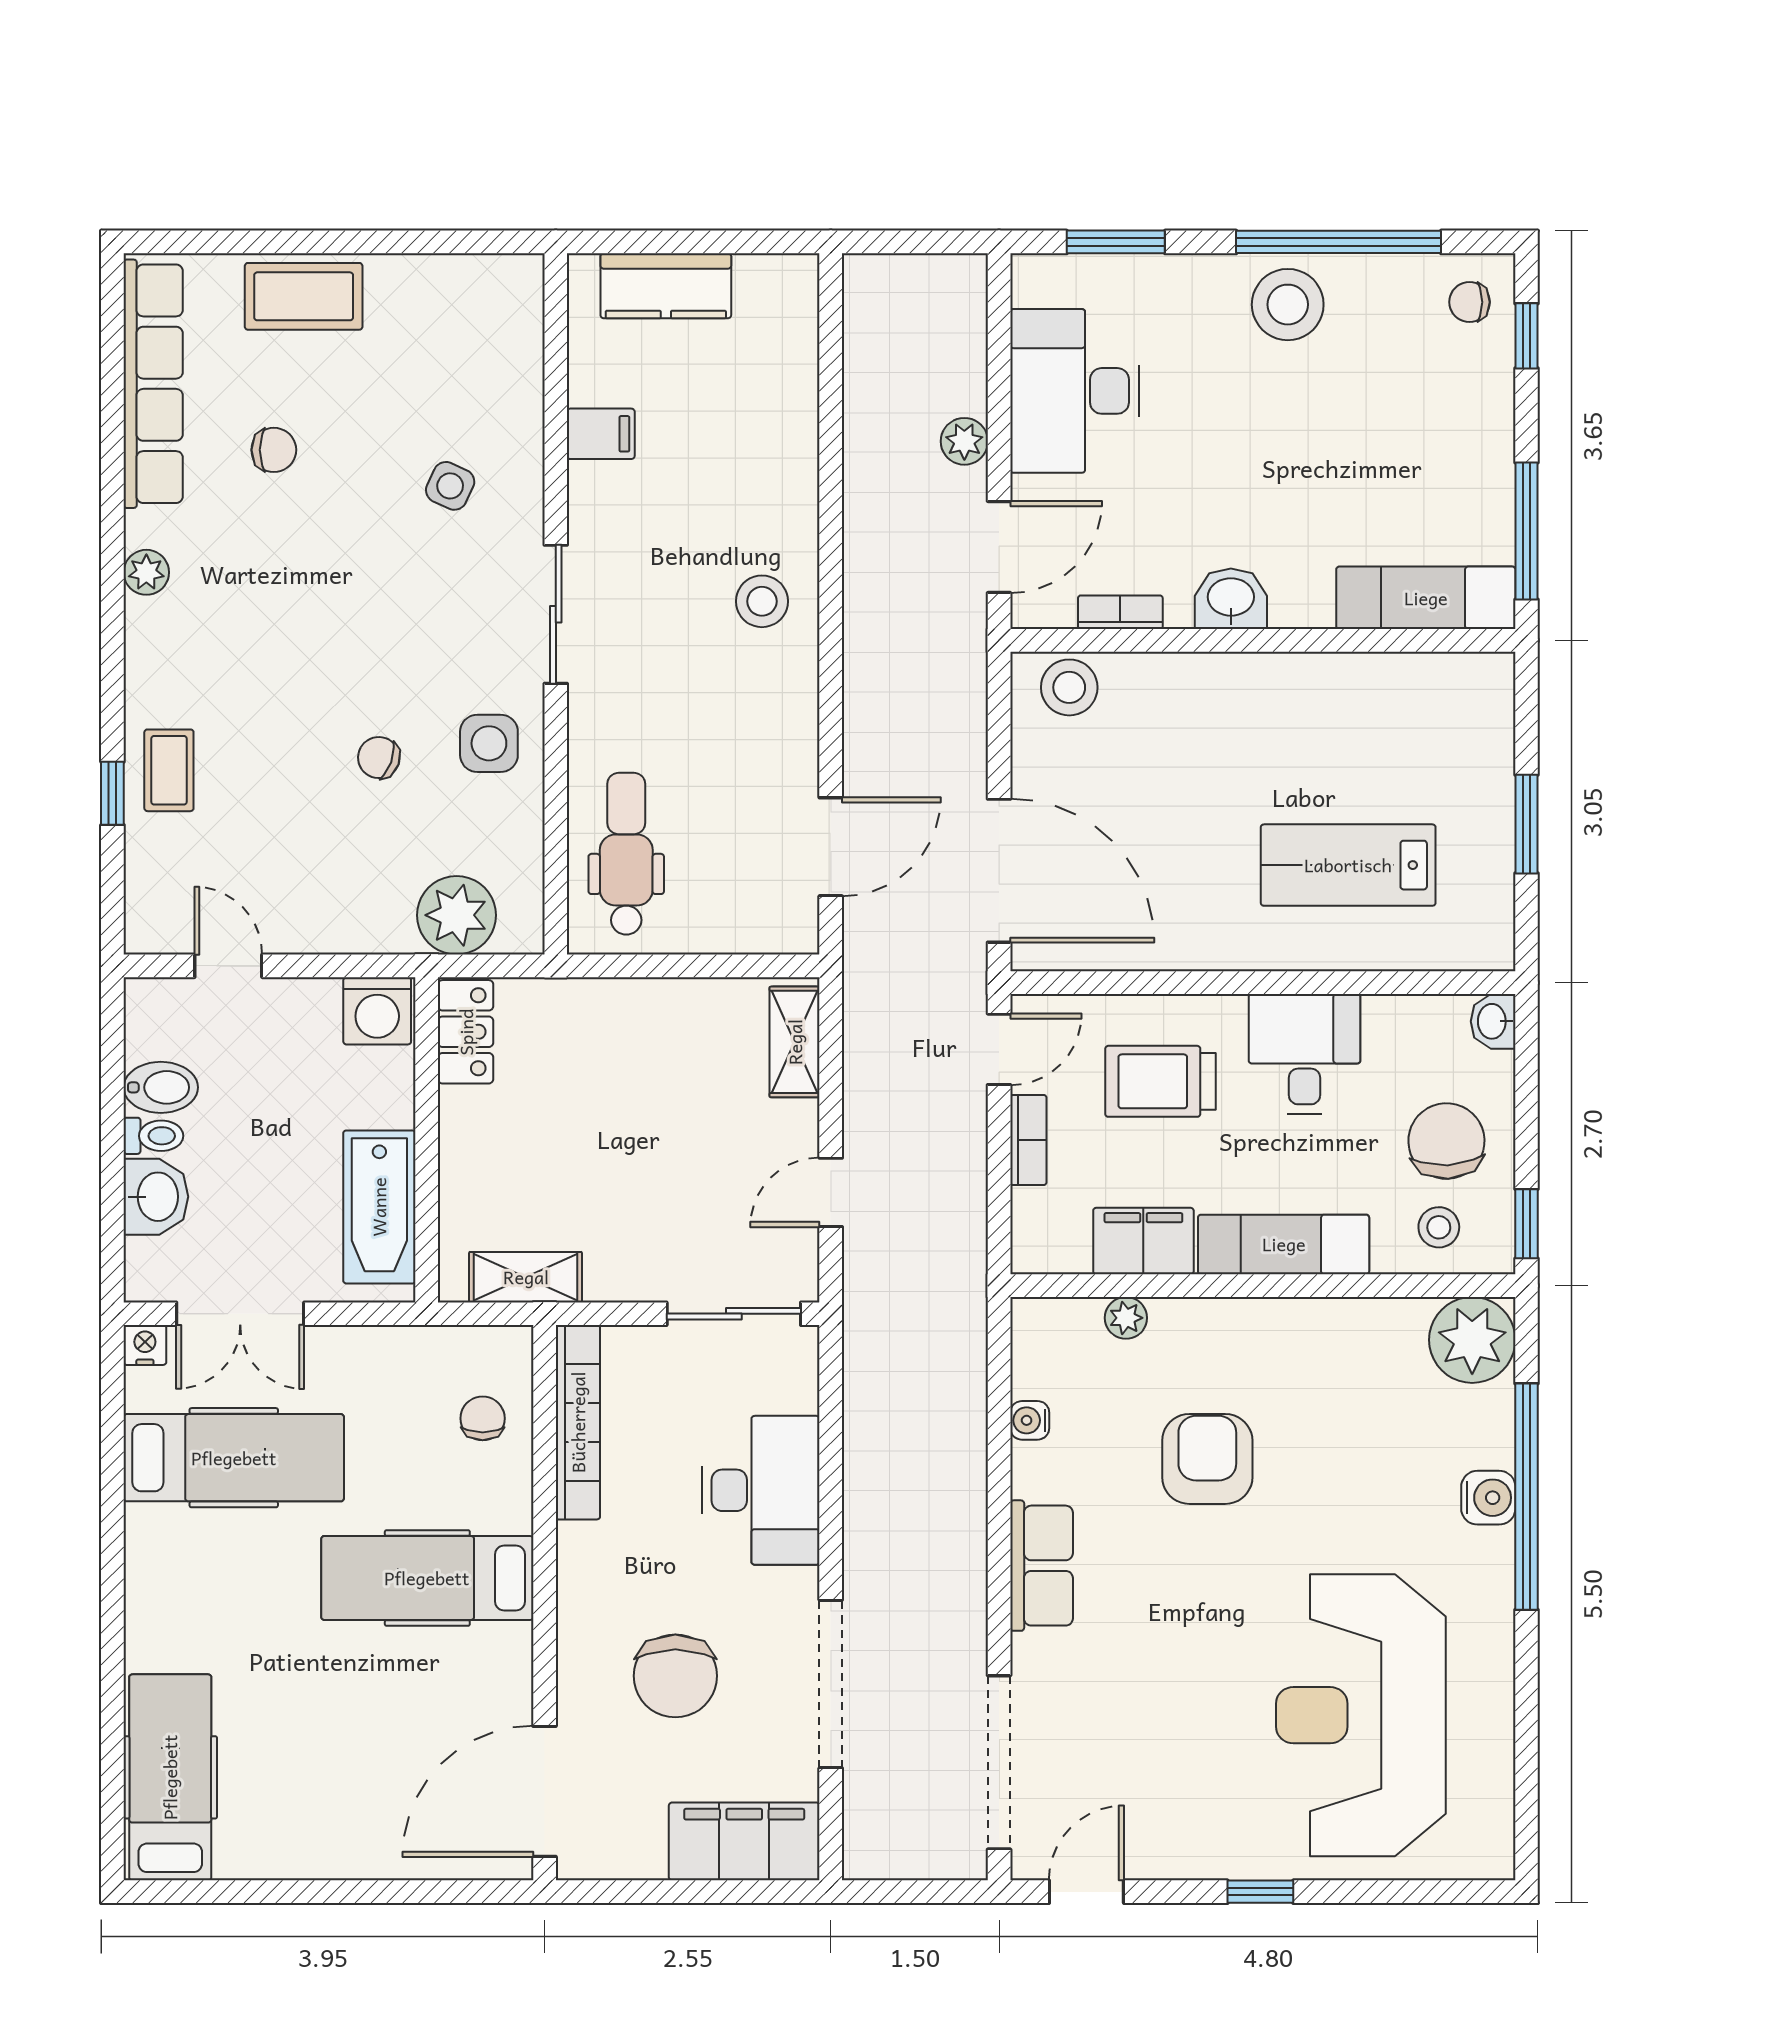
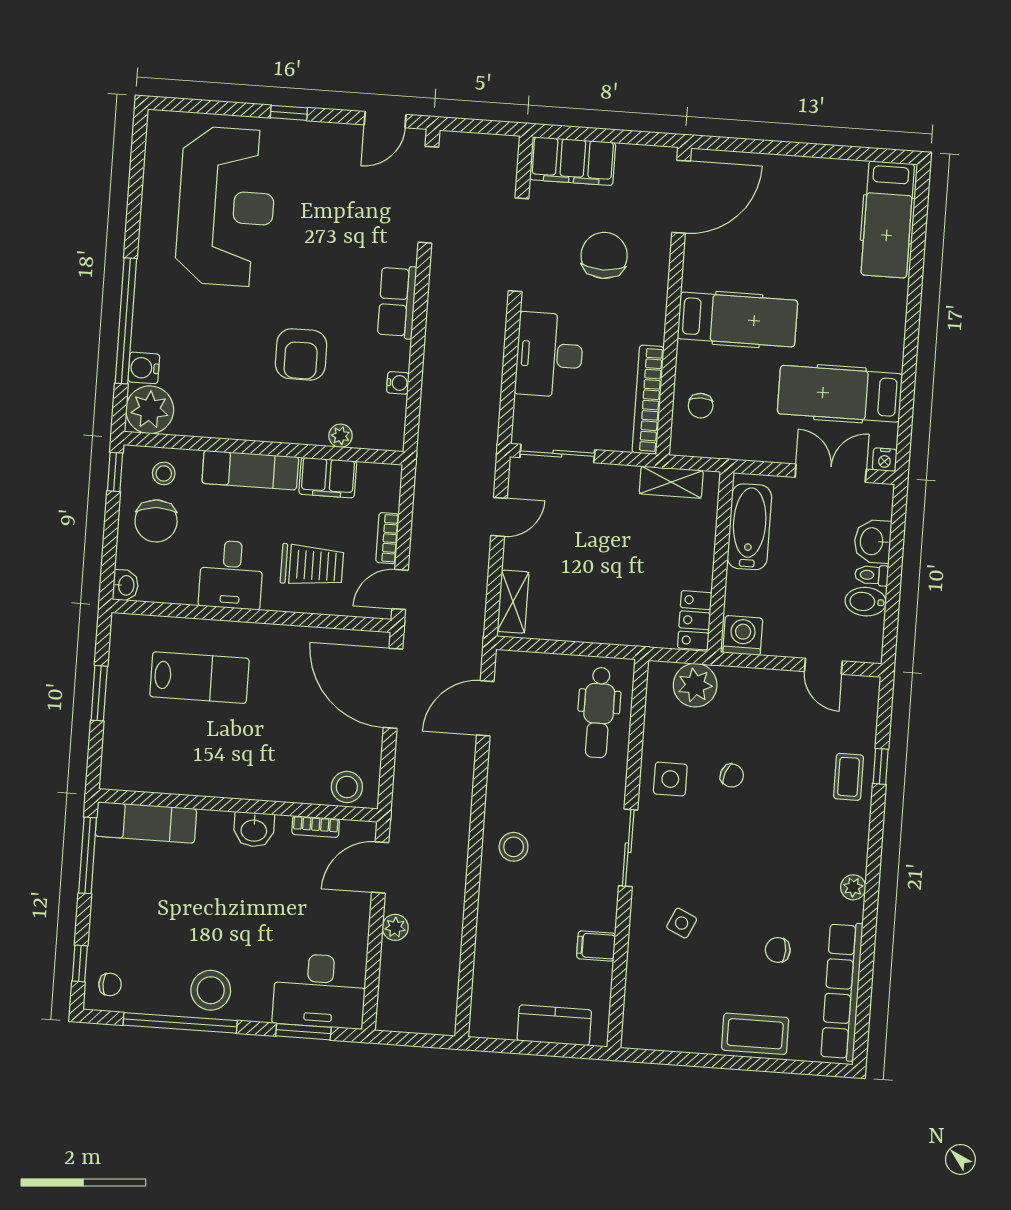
desk: (1075, 391) -> (319, 991), moved, turned 90
water cooler: (1488, 1498) -> (144, 368), moved

